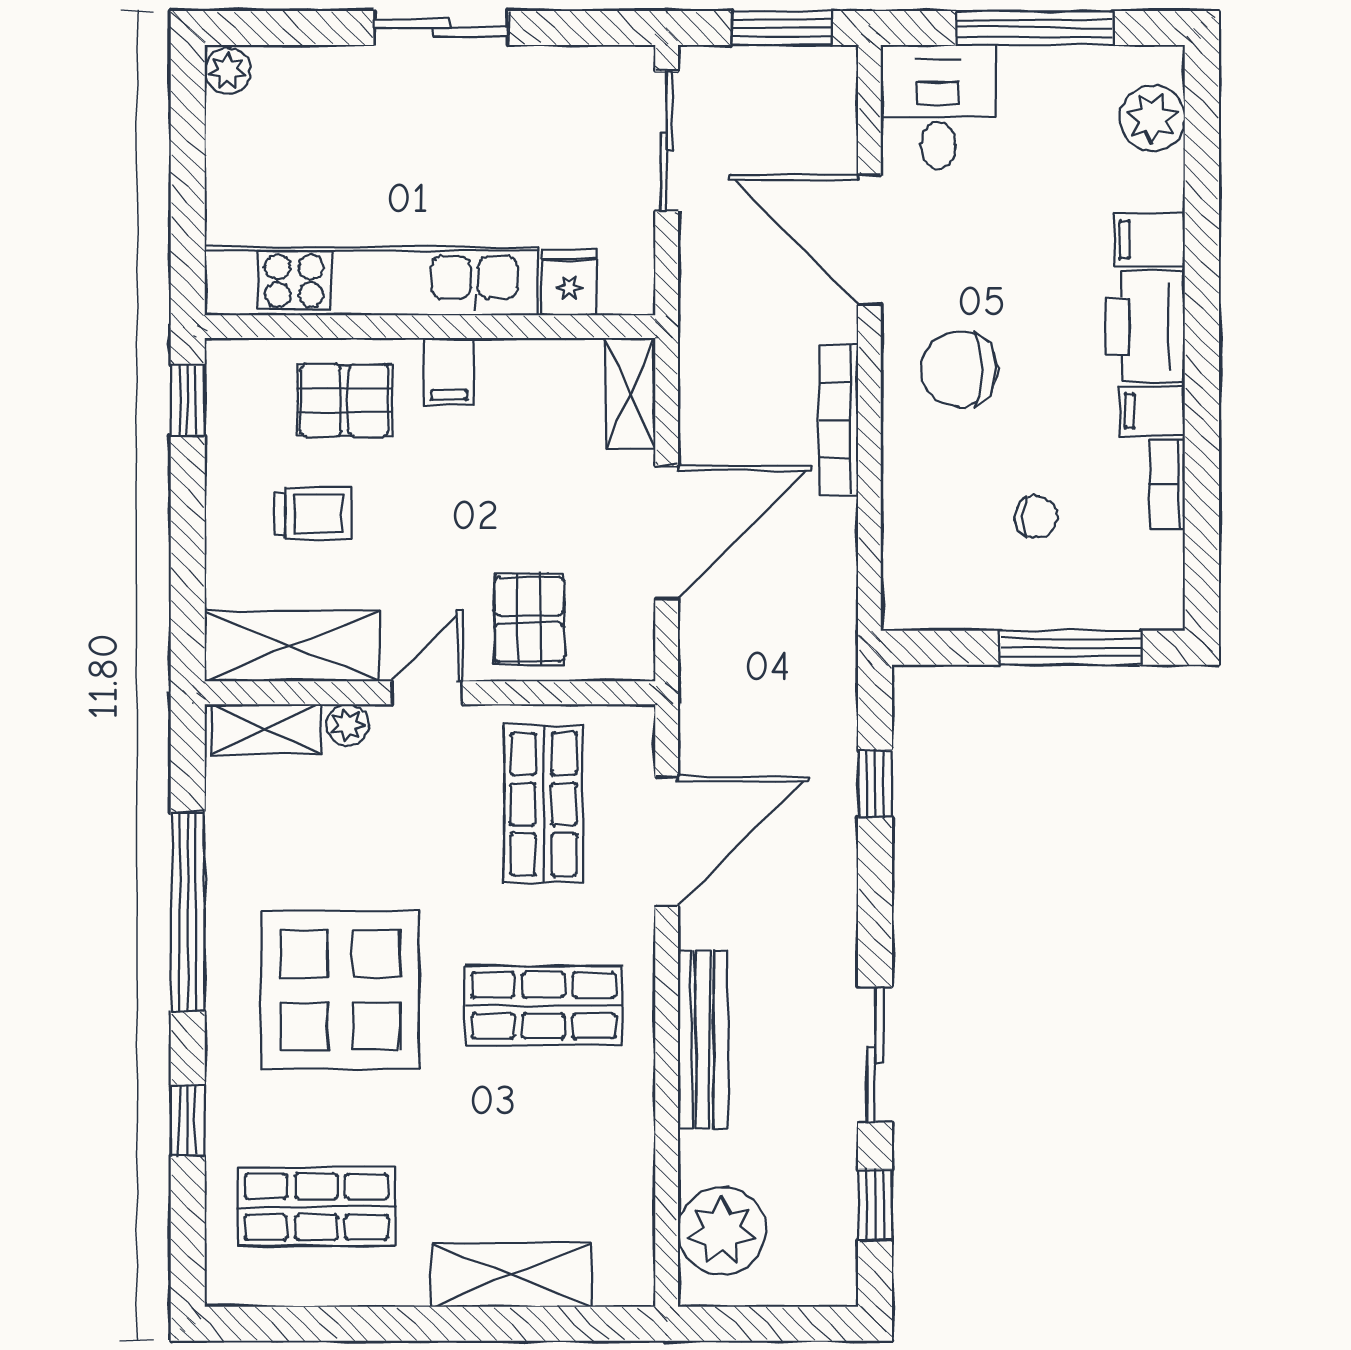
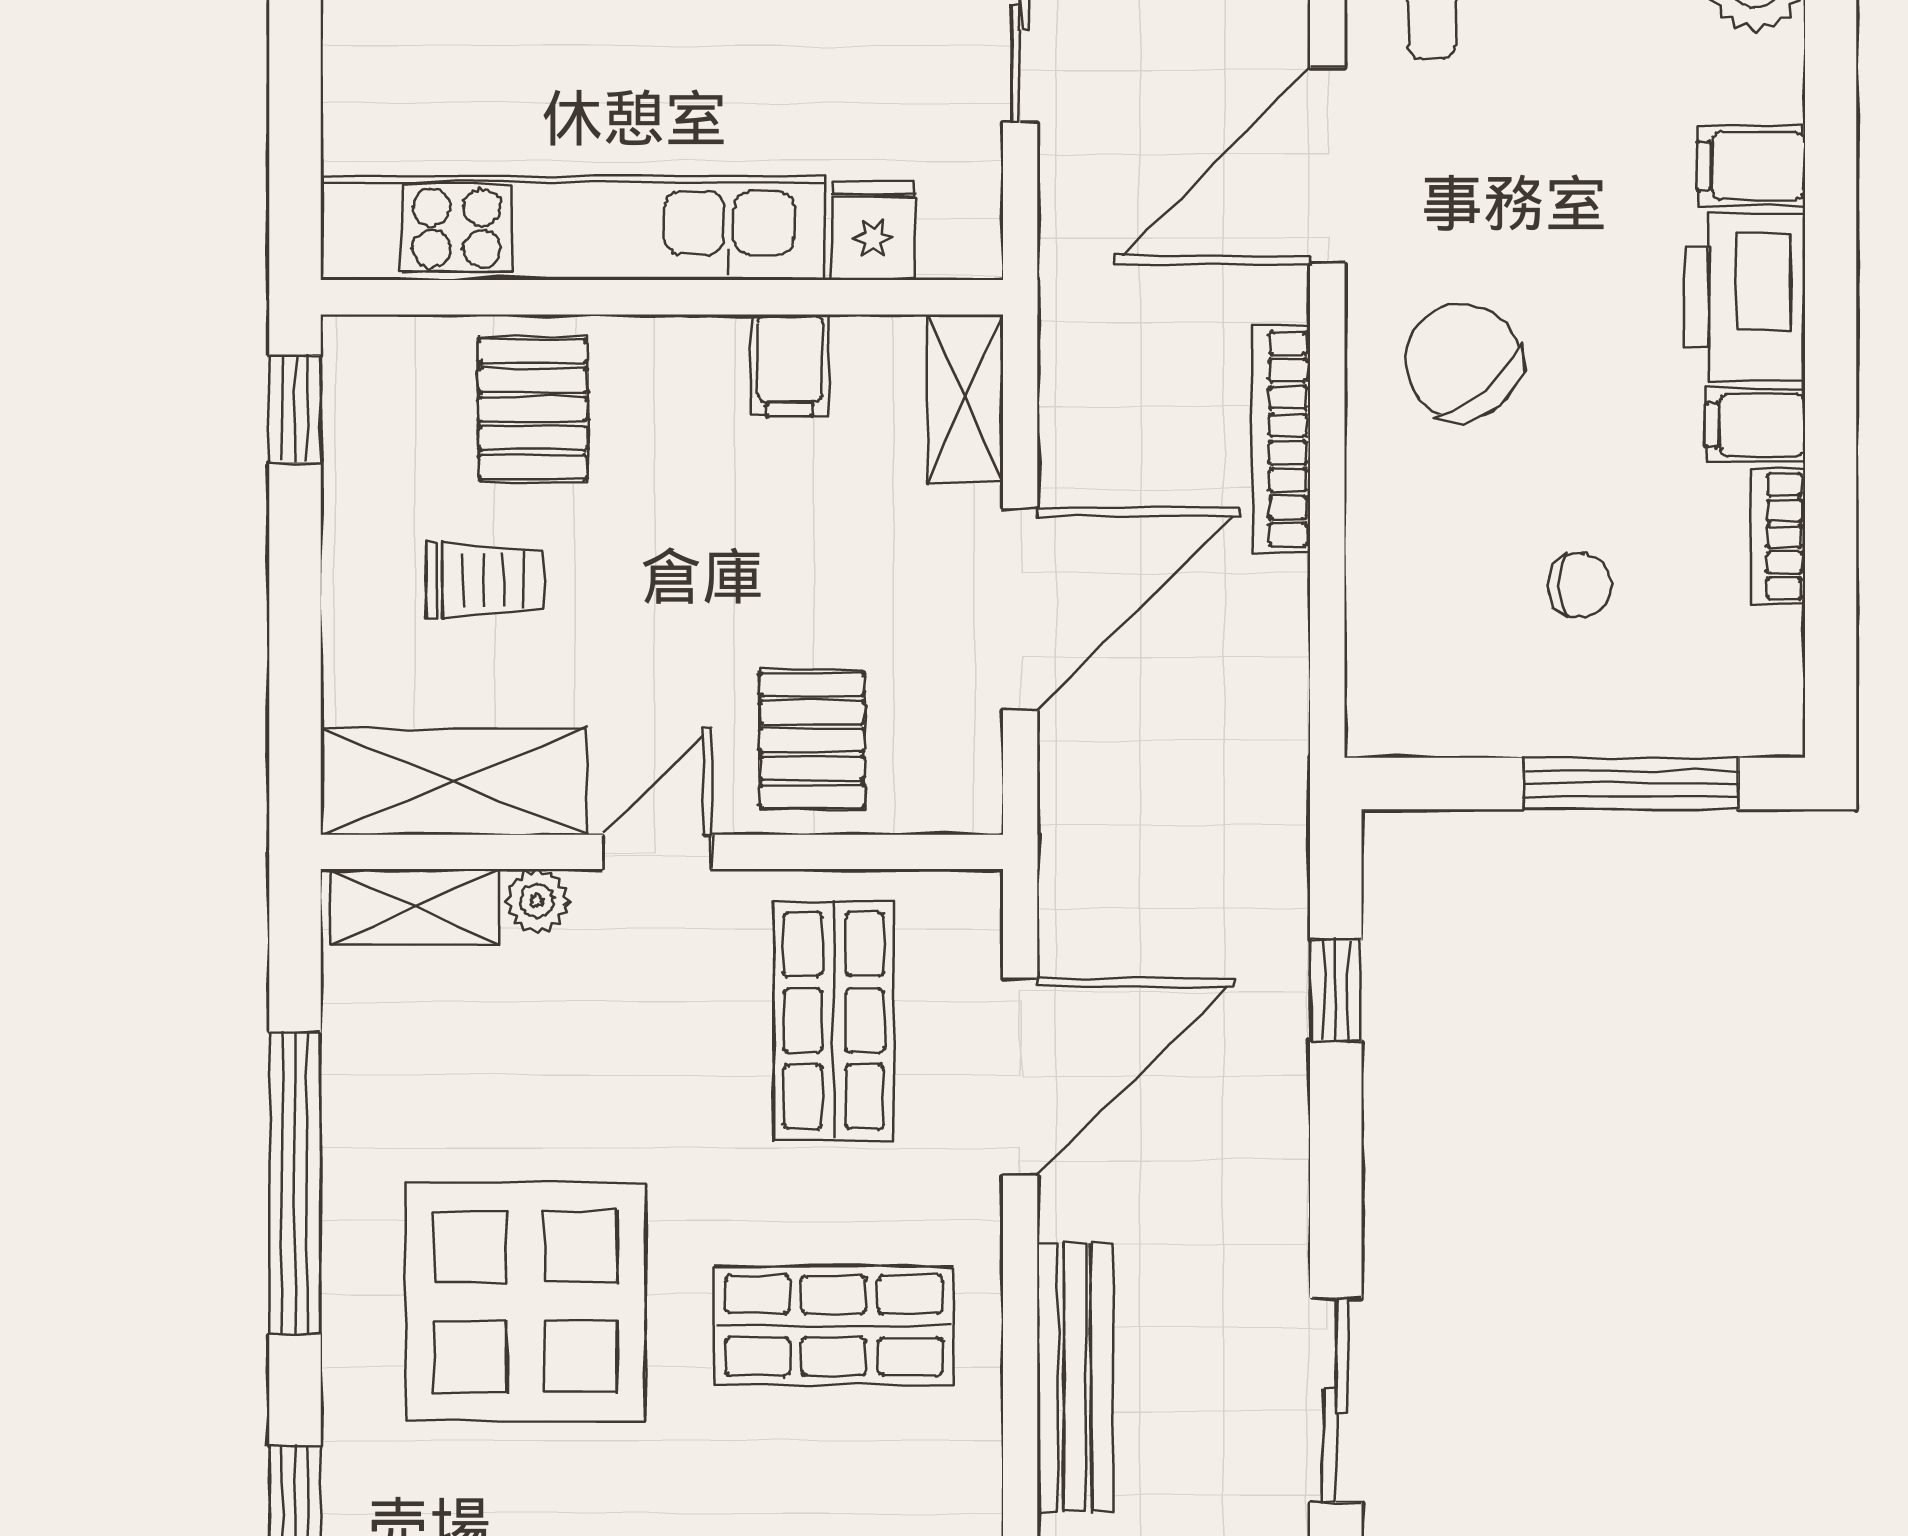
door: (869, 240) -> (1327, 166), hinge flipped
chair: (959, 369) -> (1463, 362), turned 50
filing cabinet: (449, 371) -> (790, 365), moved
pallet: (345, 400) -> (533, 409), turned 90

